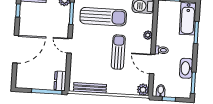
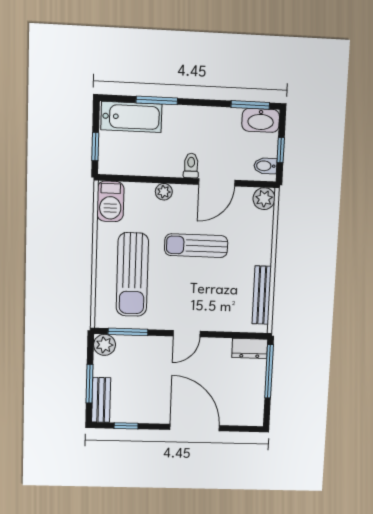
sun lounger: (103, 17) -> (132, 275), turned 180
washbasin: (186, 68) -> (261, 120), moved

